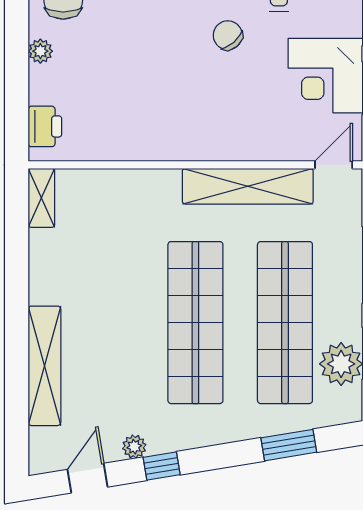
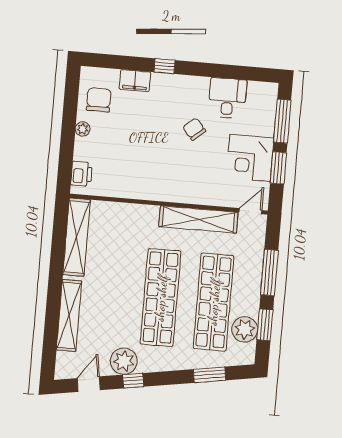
shelving: (41, 198) -> (77, 237), width x2.20, depth x1.33
plant: (134, 447) -> (124, 361), width x1.87, depth x1.87

